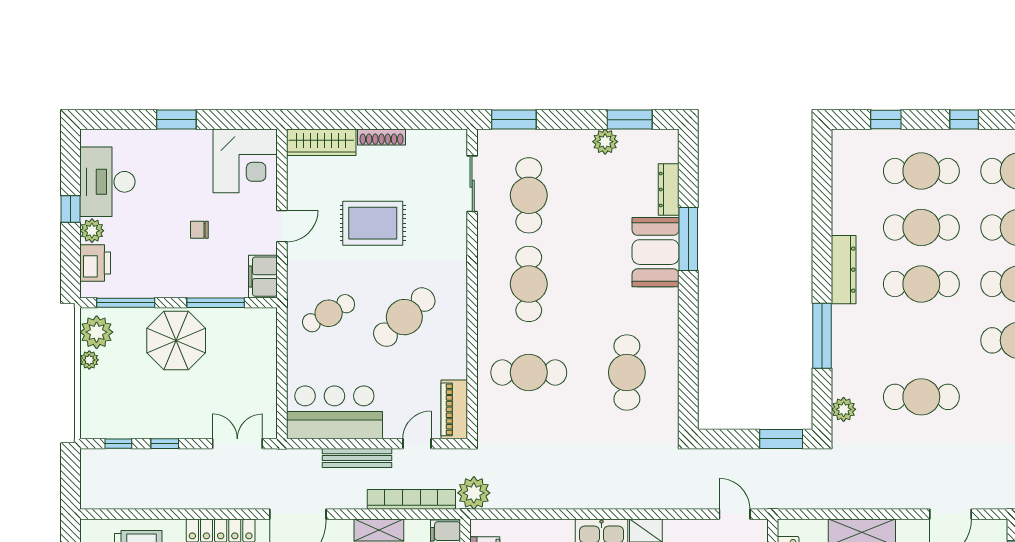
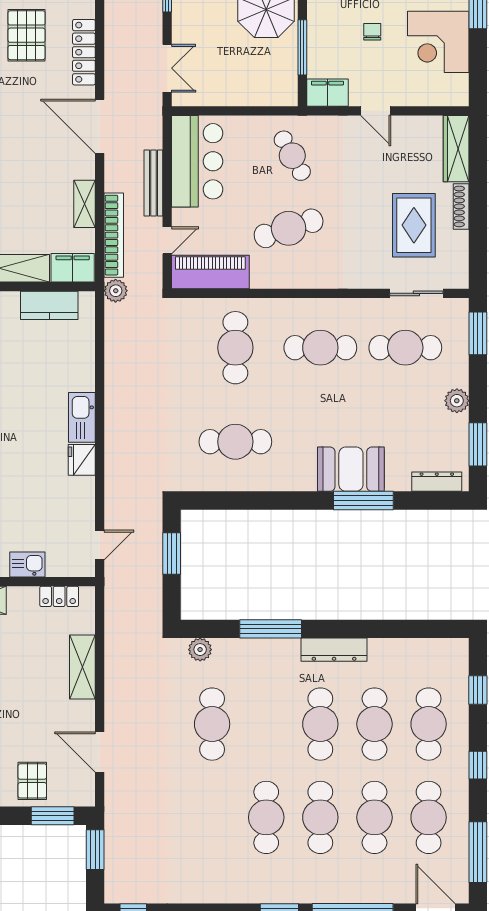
plant: (605, 142) -> (457, 401), moved
corner desk: (245, 161) -> (438, 42), moved
dresser: (669, 189) -> (437, 482), moved
rug: (373, 223) -> (414, 225), moved
cafe table: (404, 317) -> (289, 228), turned -65
piano: (454, 409) -> (210, 272), width x1.37, depth x1.33
window: (781, 439) -> (172, 553), moved
door: (417, 444) -> (167, 240), hinge flipped
plant: (474, 493) -> (116, 291), width x0.73, depth x0.73

